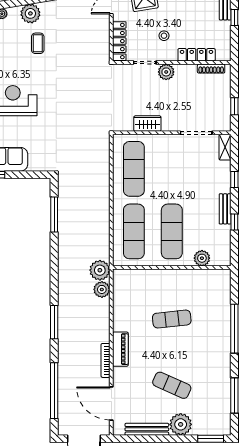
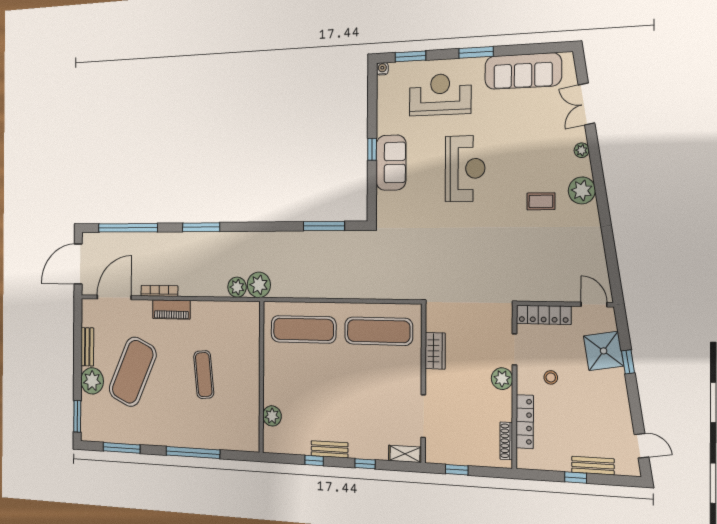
exercise mat: (172, 231) -> (303, 379), removed
exercise mat: (172, 385) -> (133, 372), width x2.00, depth x1.45
bench: (147, 429) -> (87, 347), width x0.73

